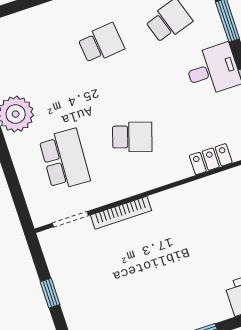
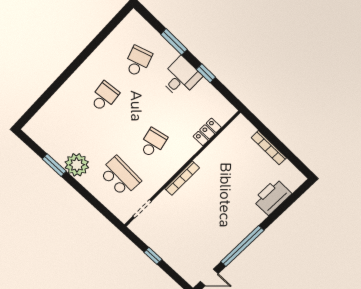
school desk: (132, 137) -> (153, 143), turned -30
bookcase: (121, 213) -> (182, 178), moved

